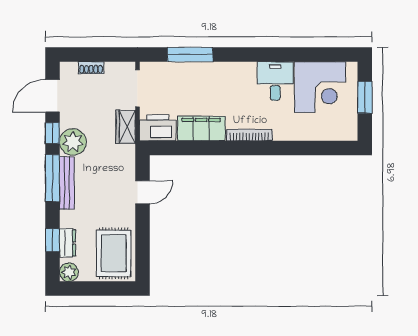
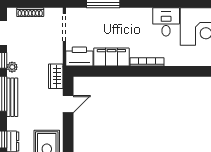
shoe rack: (91, 68) -> (30, 12), width x1.43
wardrobe: (126, 127) -> (56, 76), moved
plant: (73, 142) -> (12, 67), width x0.53, depth x0.53

